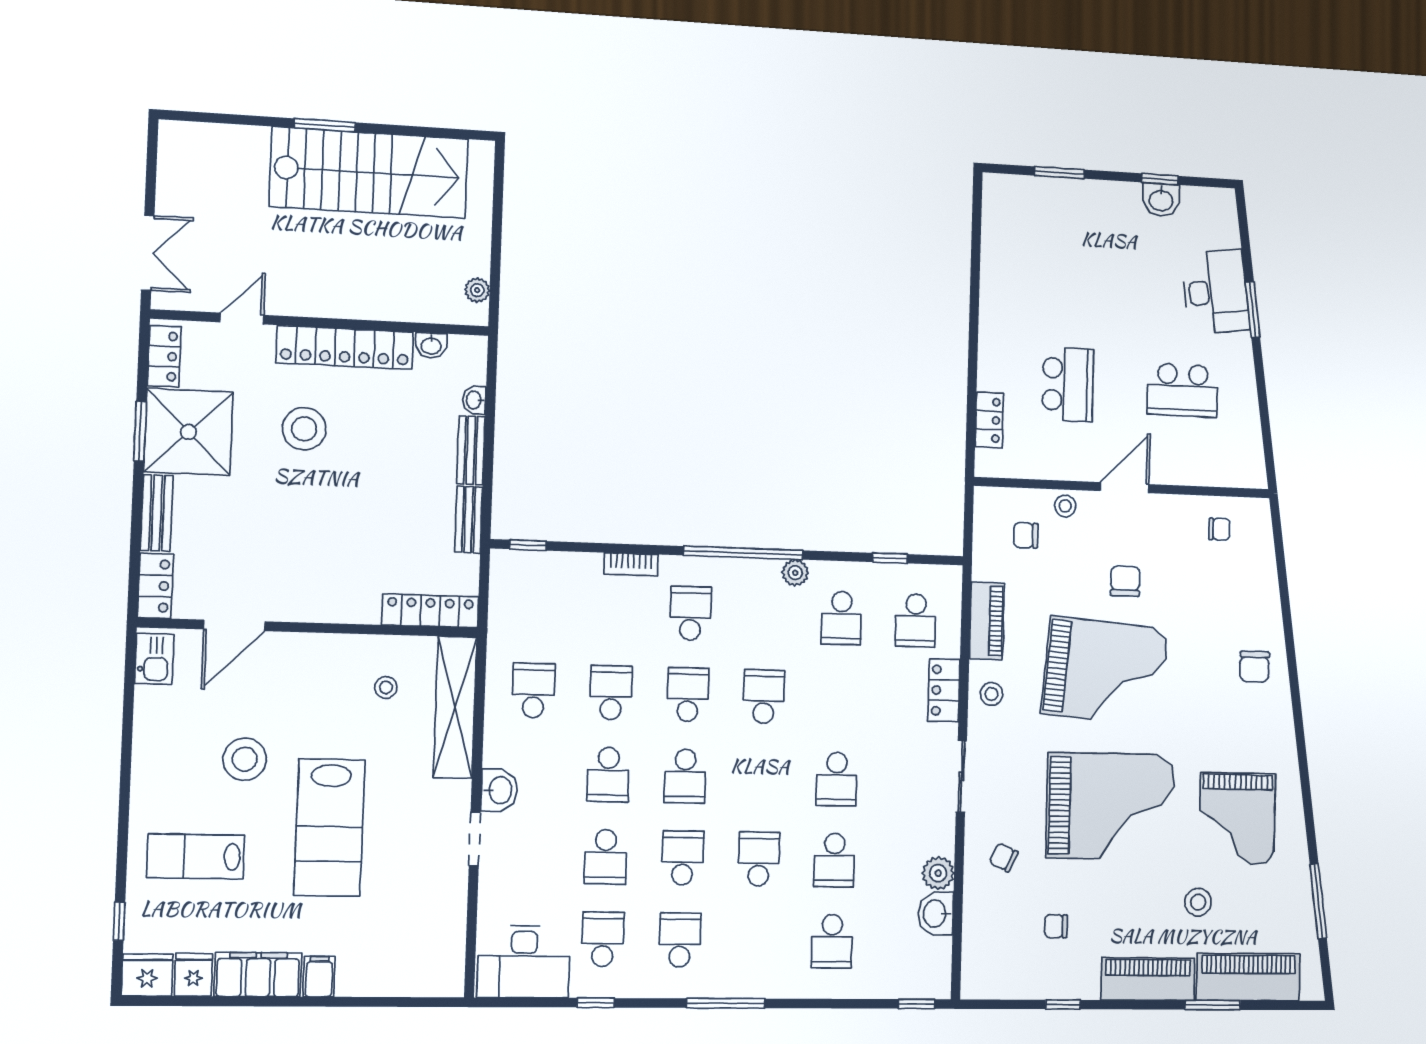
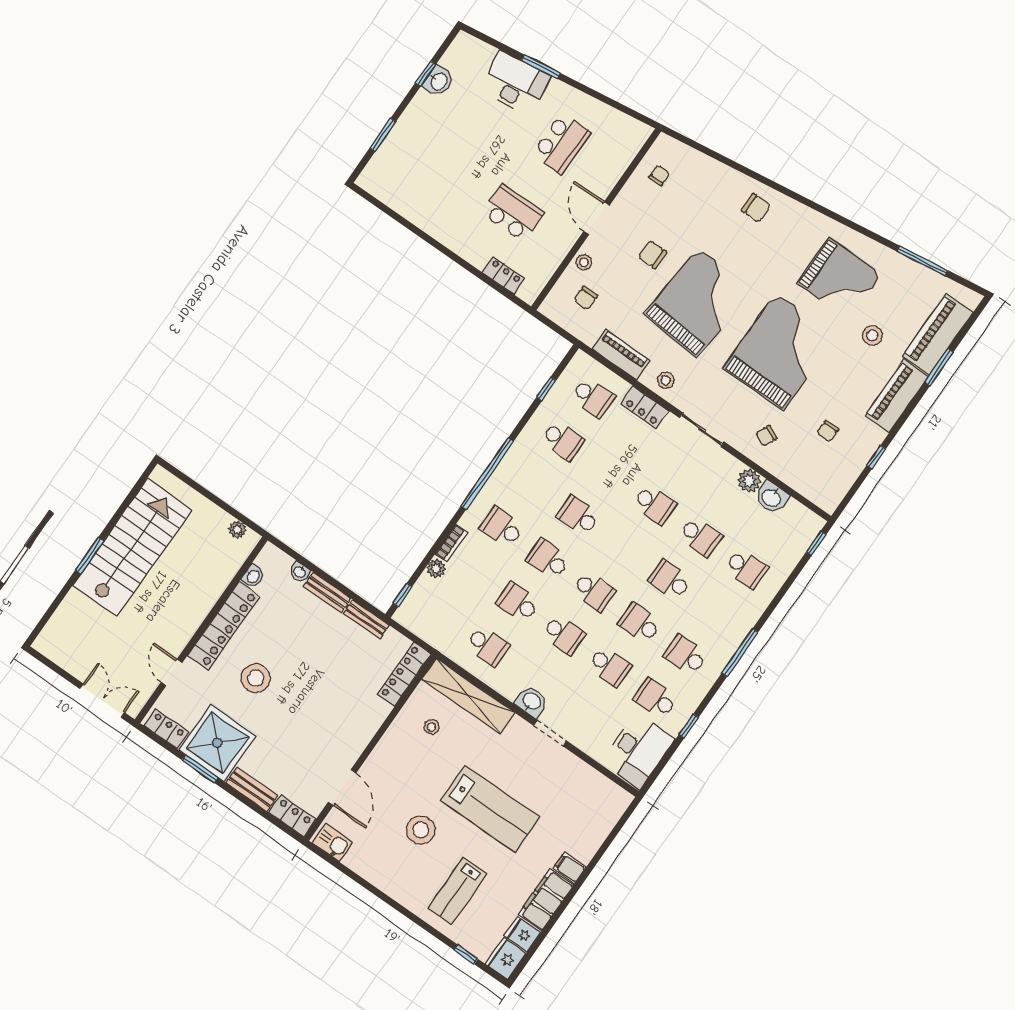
plant: (795, 573) -> (436, 568), moved
school desk: (533, 691) -> (488, 646), turned 180

